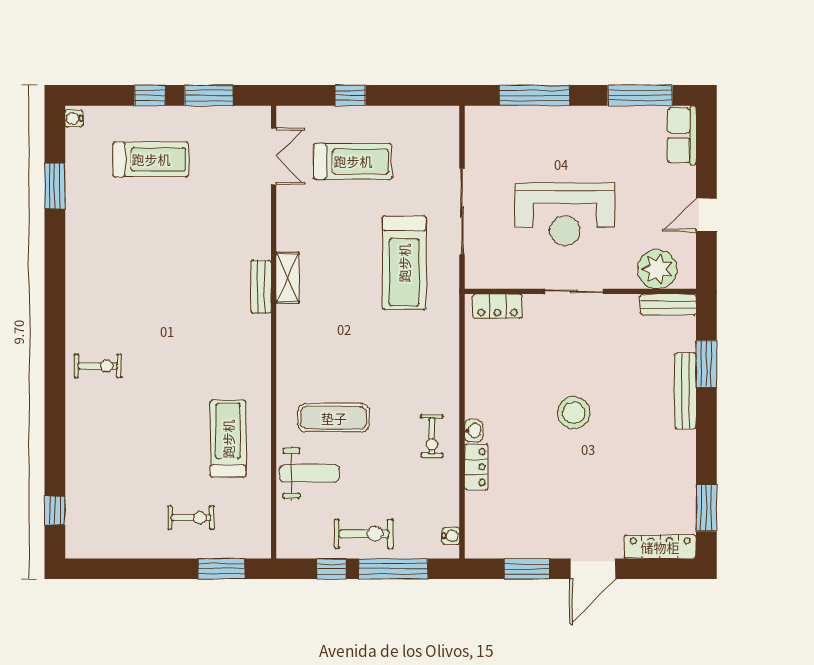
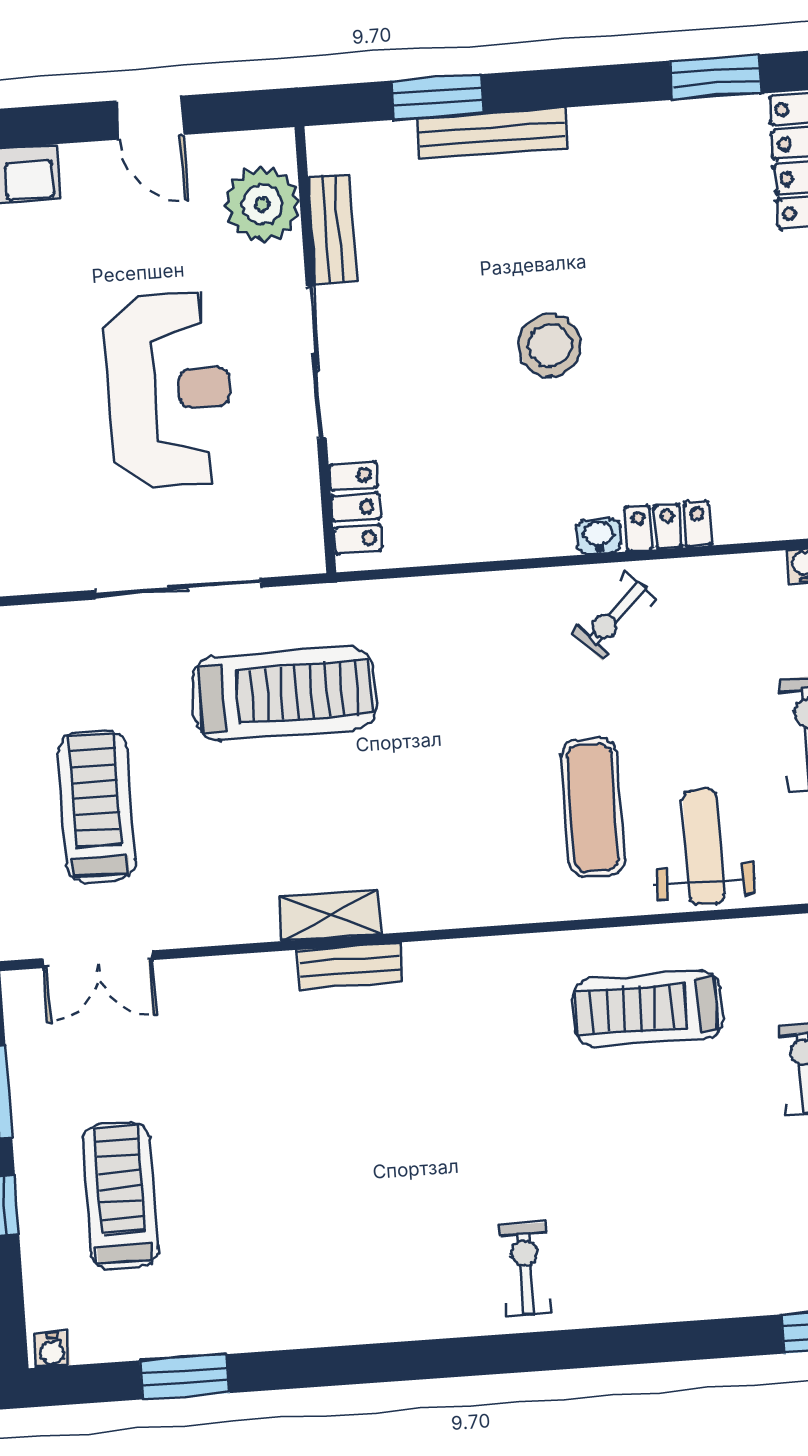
double door: (274, 156) -> (98, 959), swing flipped
sliding door: (574, 291) -> (316, 362), width x1.37
bench: (668, 305) -> (332, 229), moved
exercise bike: (432, 436) -> (615, 616), turned 136

